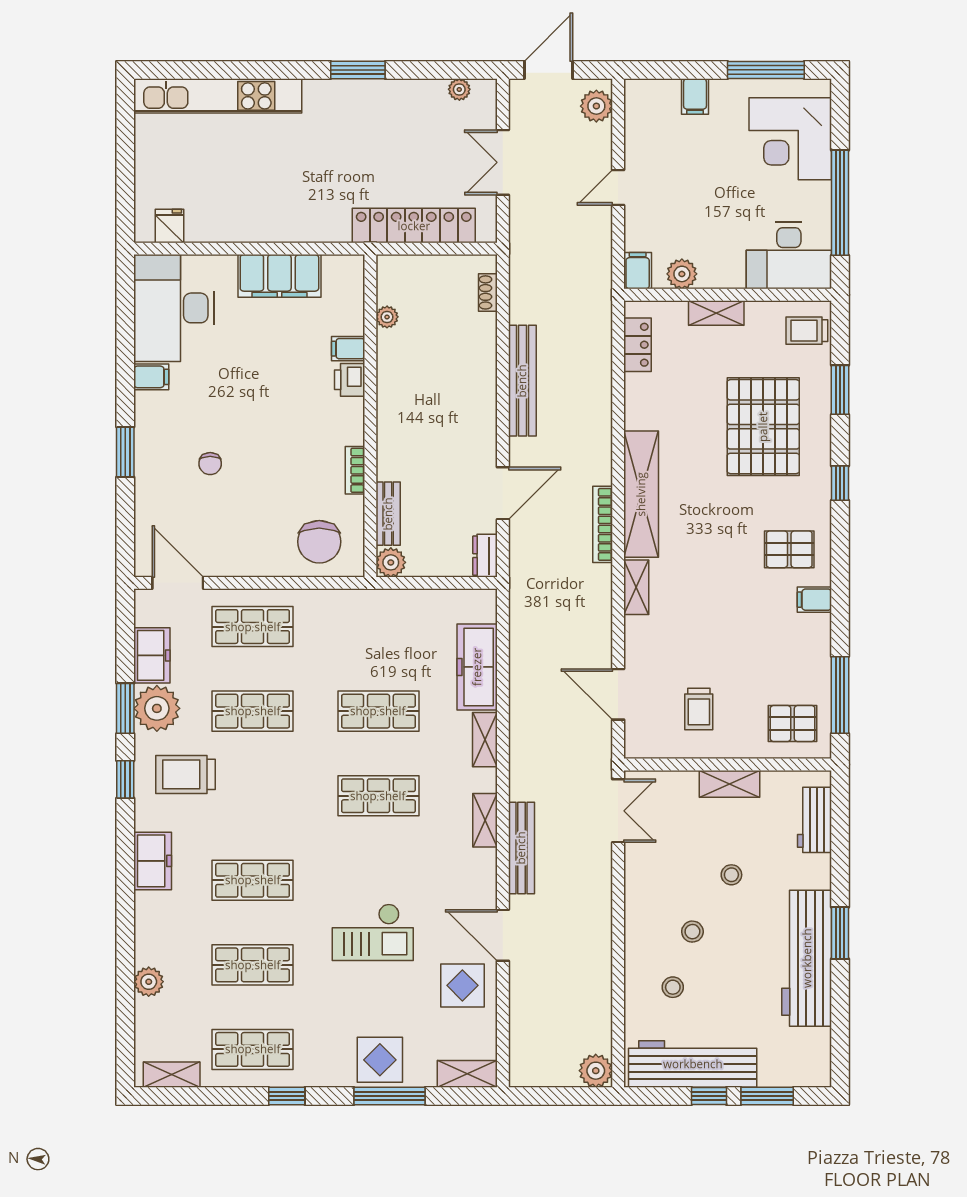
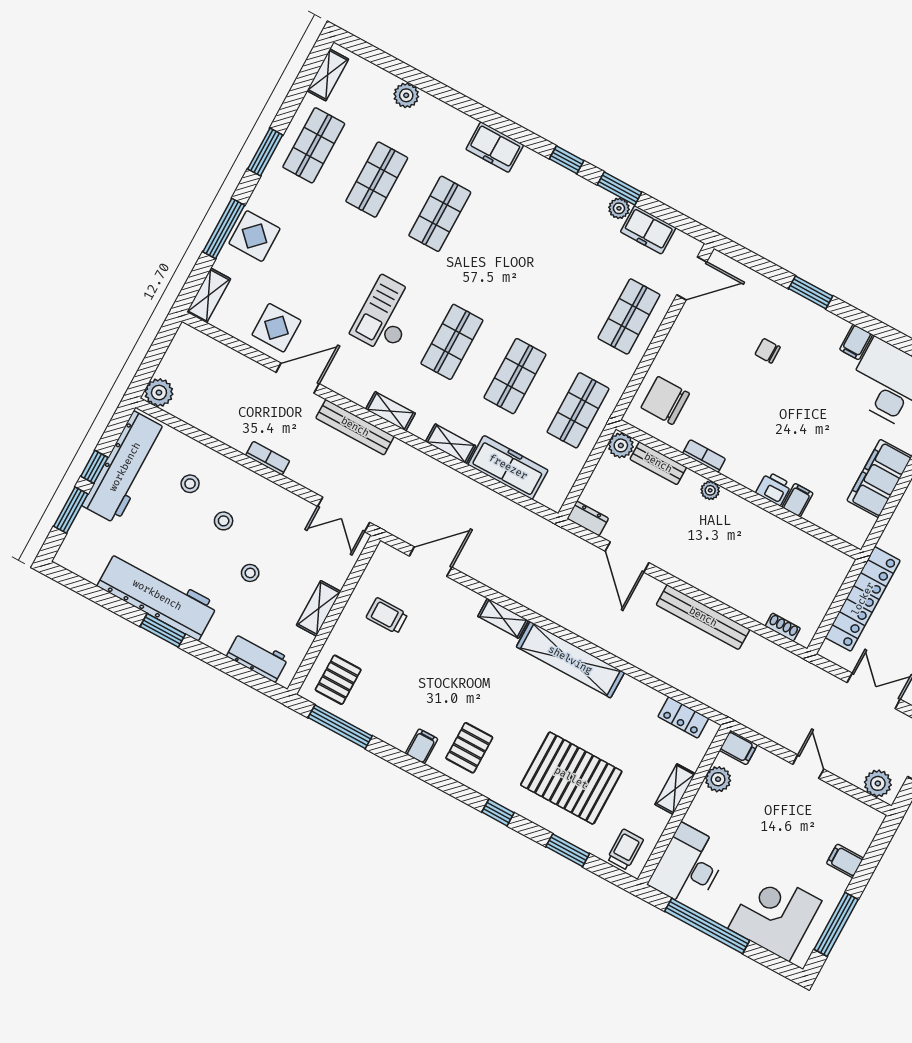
plant: (387, 317) -> (710, 490), moved
bookcase: (603, 524) -> (268, 458), moved, width x0.64
plant: (157, 708) -> (619, 208), width x0.53, depth x0.53
shop shelf: (253, 711) -> (578, 410), moved
trolley: (185, 774) -> (546, 207), removed
checkout: (373, 932) -> (386, 315), moved
window: (287, 1096) -> (265, 152), width x1.50

